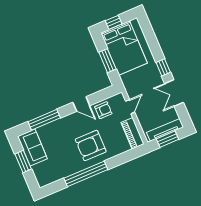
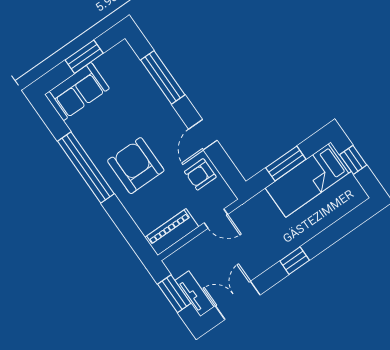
bed: (124, 48) -> (308, 180), width x0.67
double door: (174, 93) -> (238, 300), moved
armchair: (103, 110) -> (200, 174), turned 90
tv unit: (165, 130) -> (194, 294), width x0.71
sofa: (32, 147) -> (77, 91), moved

